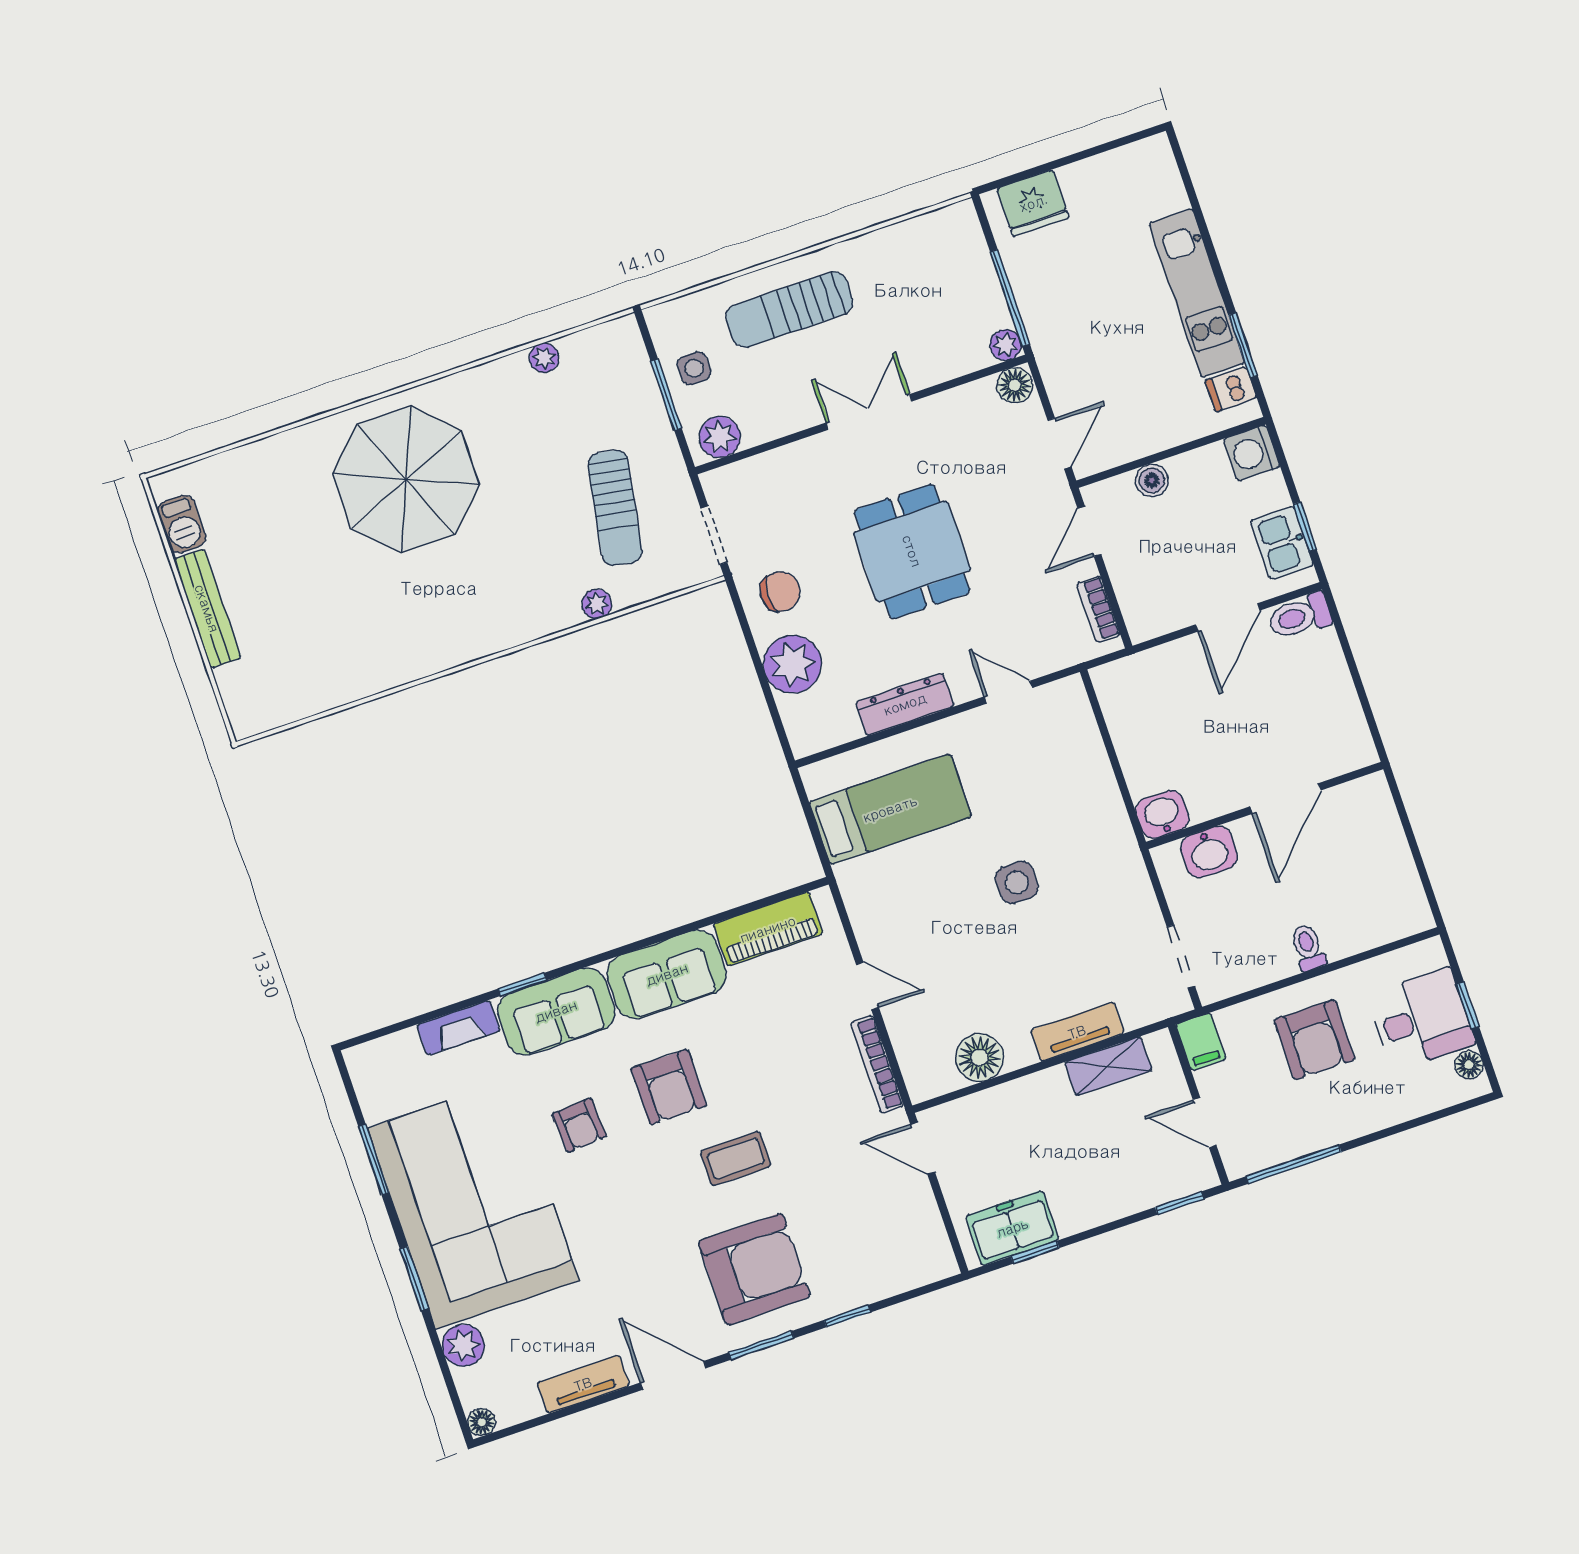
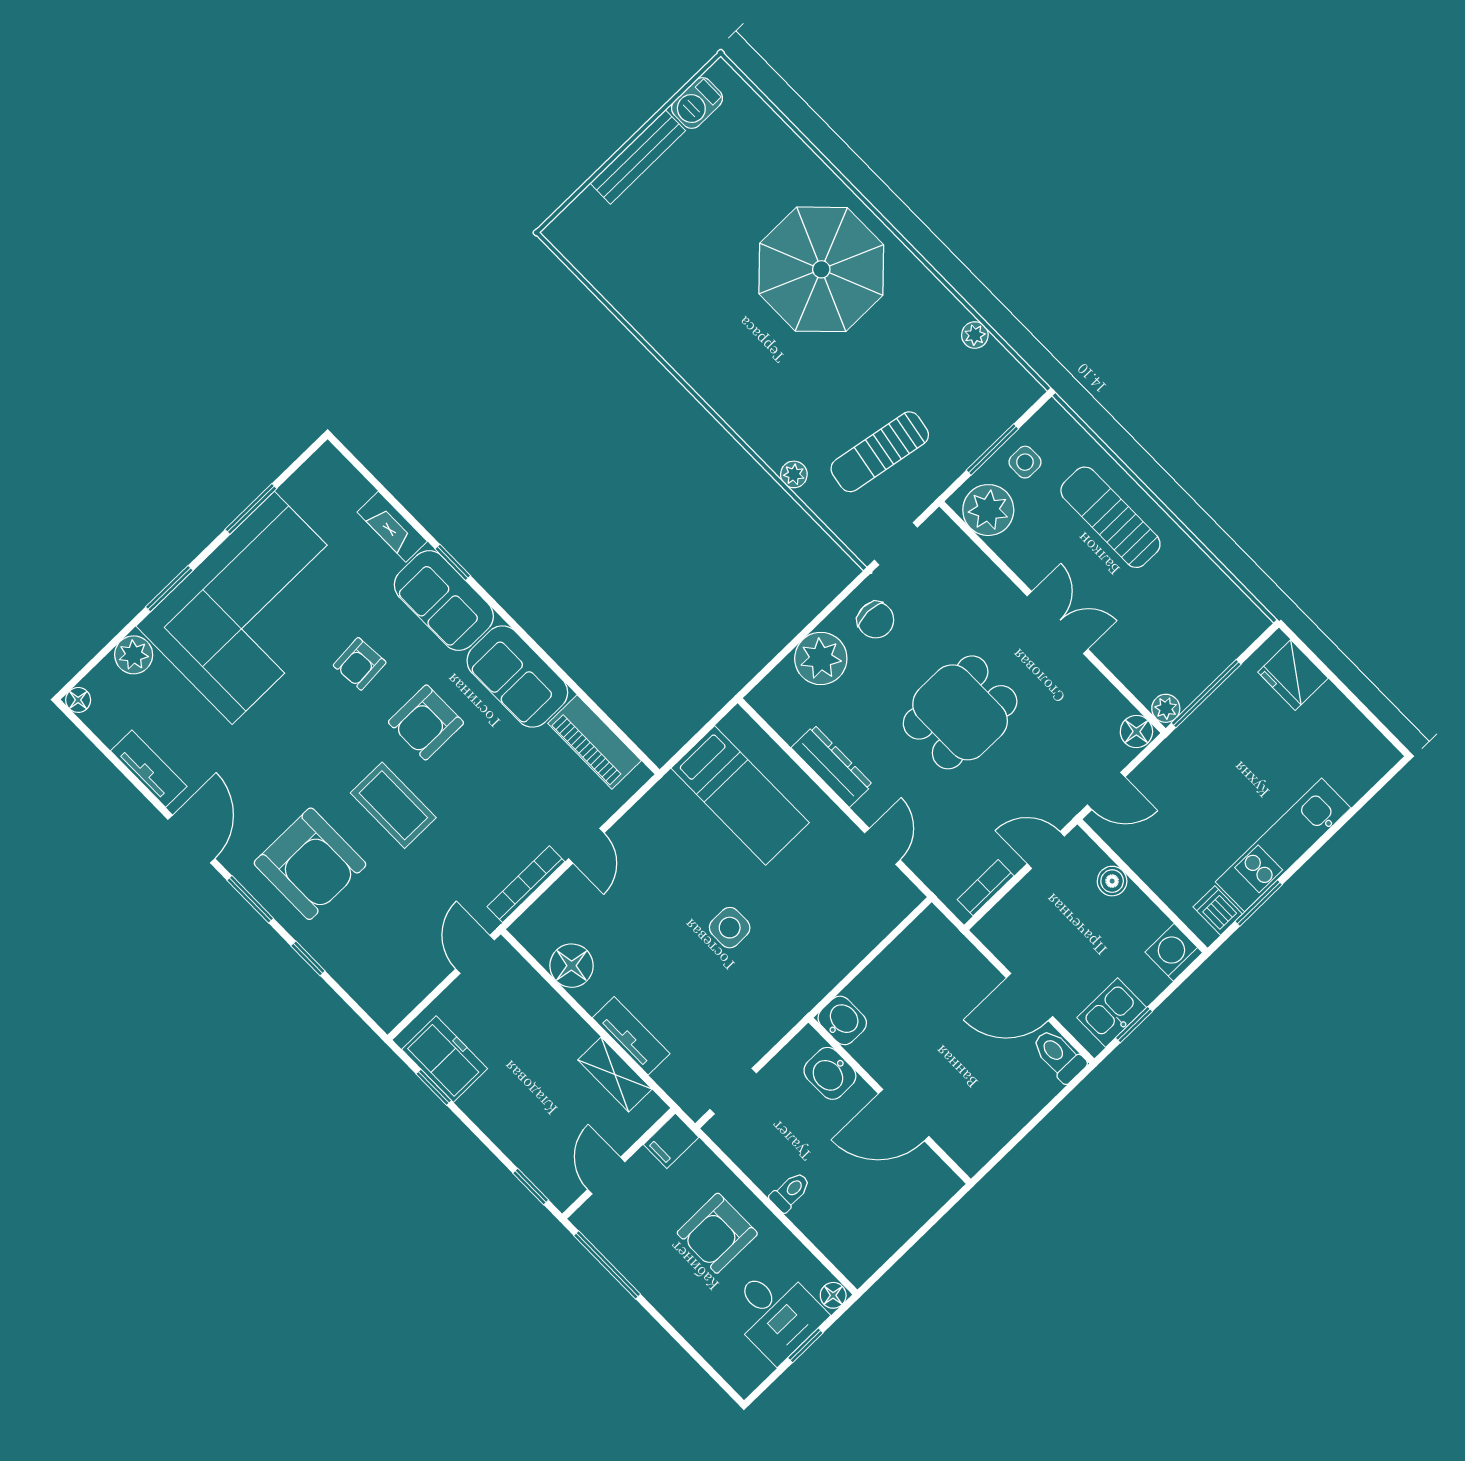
plant: (720, 437) -> (988, 510), width x1.36, depth x1.36
floor lamp: (1469, 1065) -> (833, 1295), moved
coffee table: (736, 1159) -> (393, 805), width x1.36, depth x1.30

